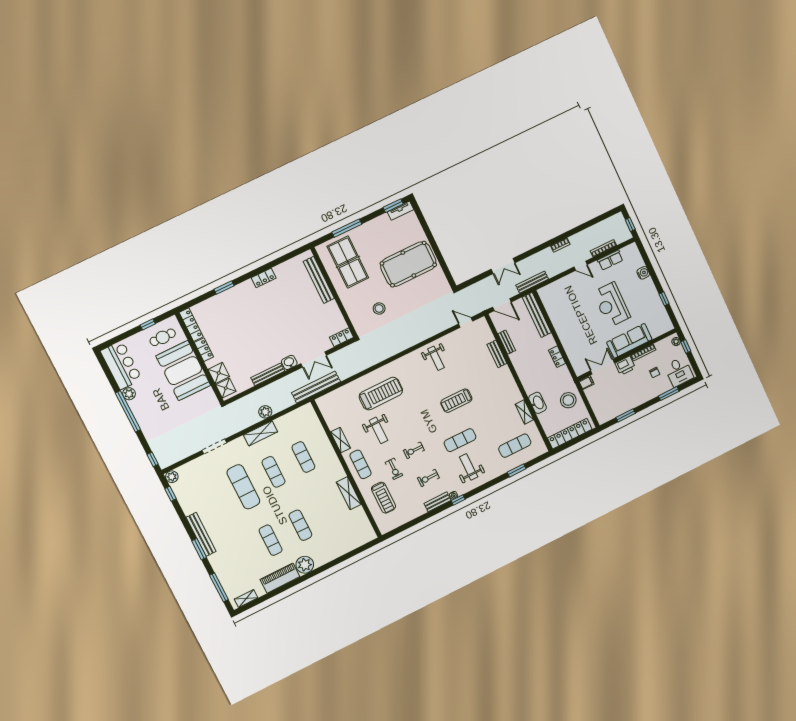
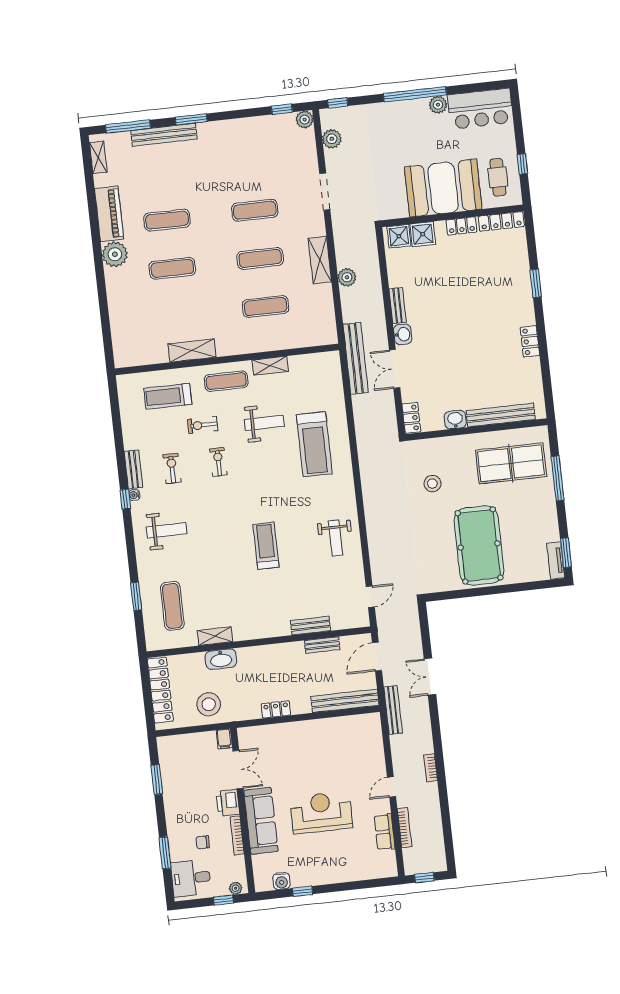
water cooler: (643, 273) -> (281, 881), moved
washbasin: (332, 309) -> (455, 420), added
weight bench: (436, 358) -> (335, 538), turned -90
bench: (268, 374) -> (398, 306), width x0.73
weight bench: (379, 430) -> (264, 423), turned 180
exercise mat: (460, 440) -> (209, 531), removed
plant: (178, 455) -> (332, 139), added
exercise mat: (243, 487) -> (255, 210), width x0.73, depth x0.69
bench: (201, 534) -> (164, 135), moved

